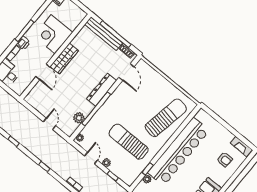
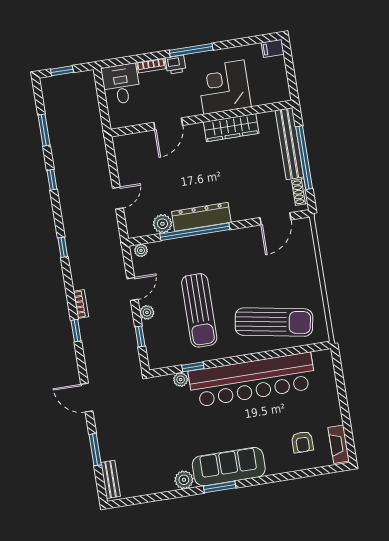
wardrobe: (64, 59) -> (231, 128), moved
dresser: (102, 90) -> (201, 217), moved
sun lounger: (129, 142) -> (199, 310), turned 180

